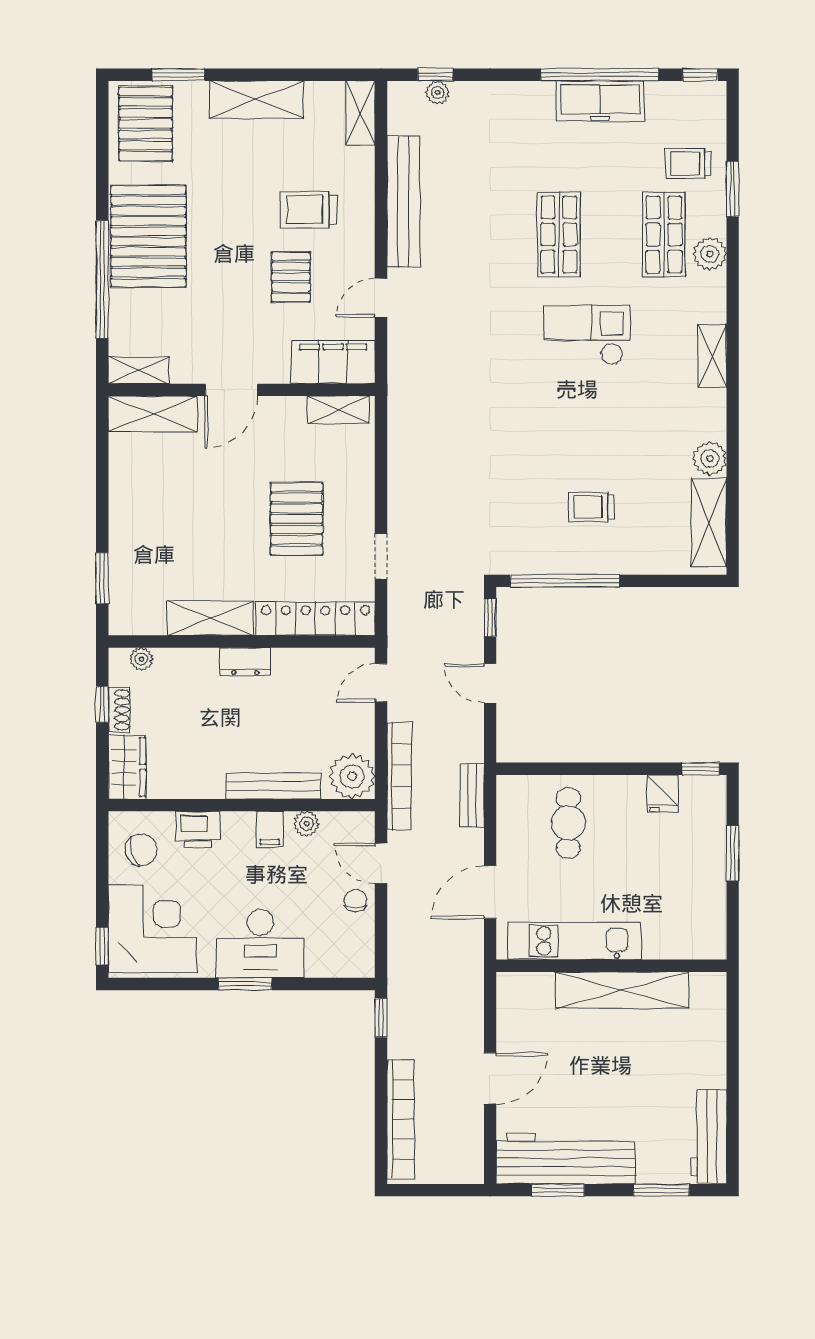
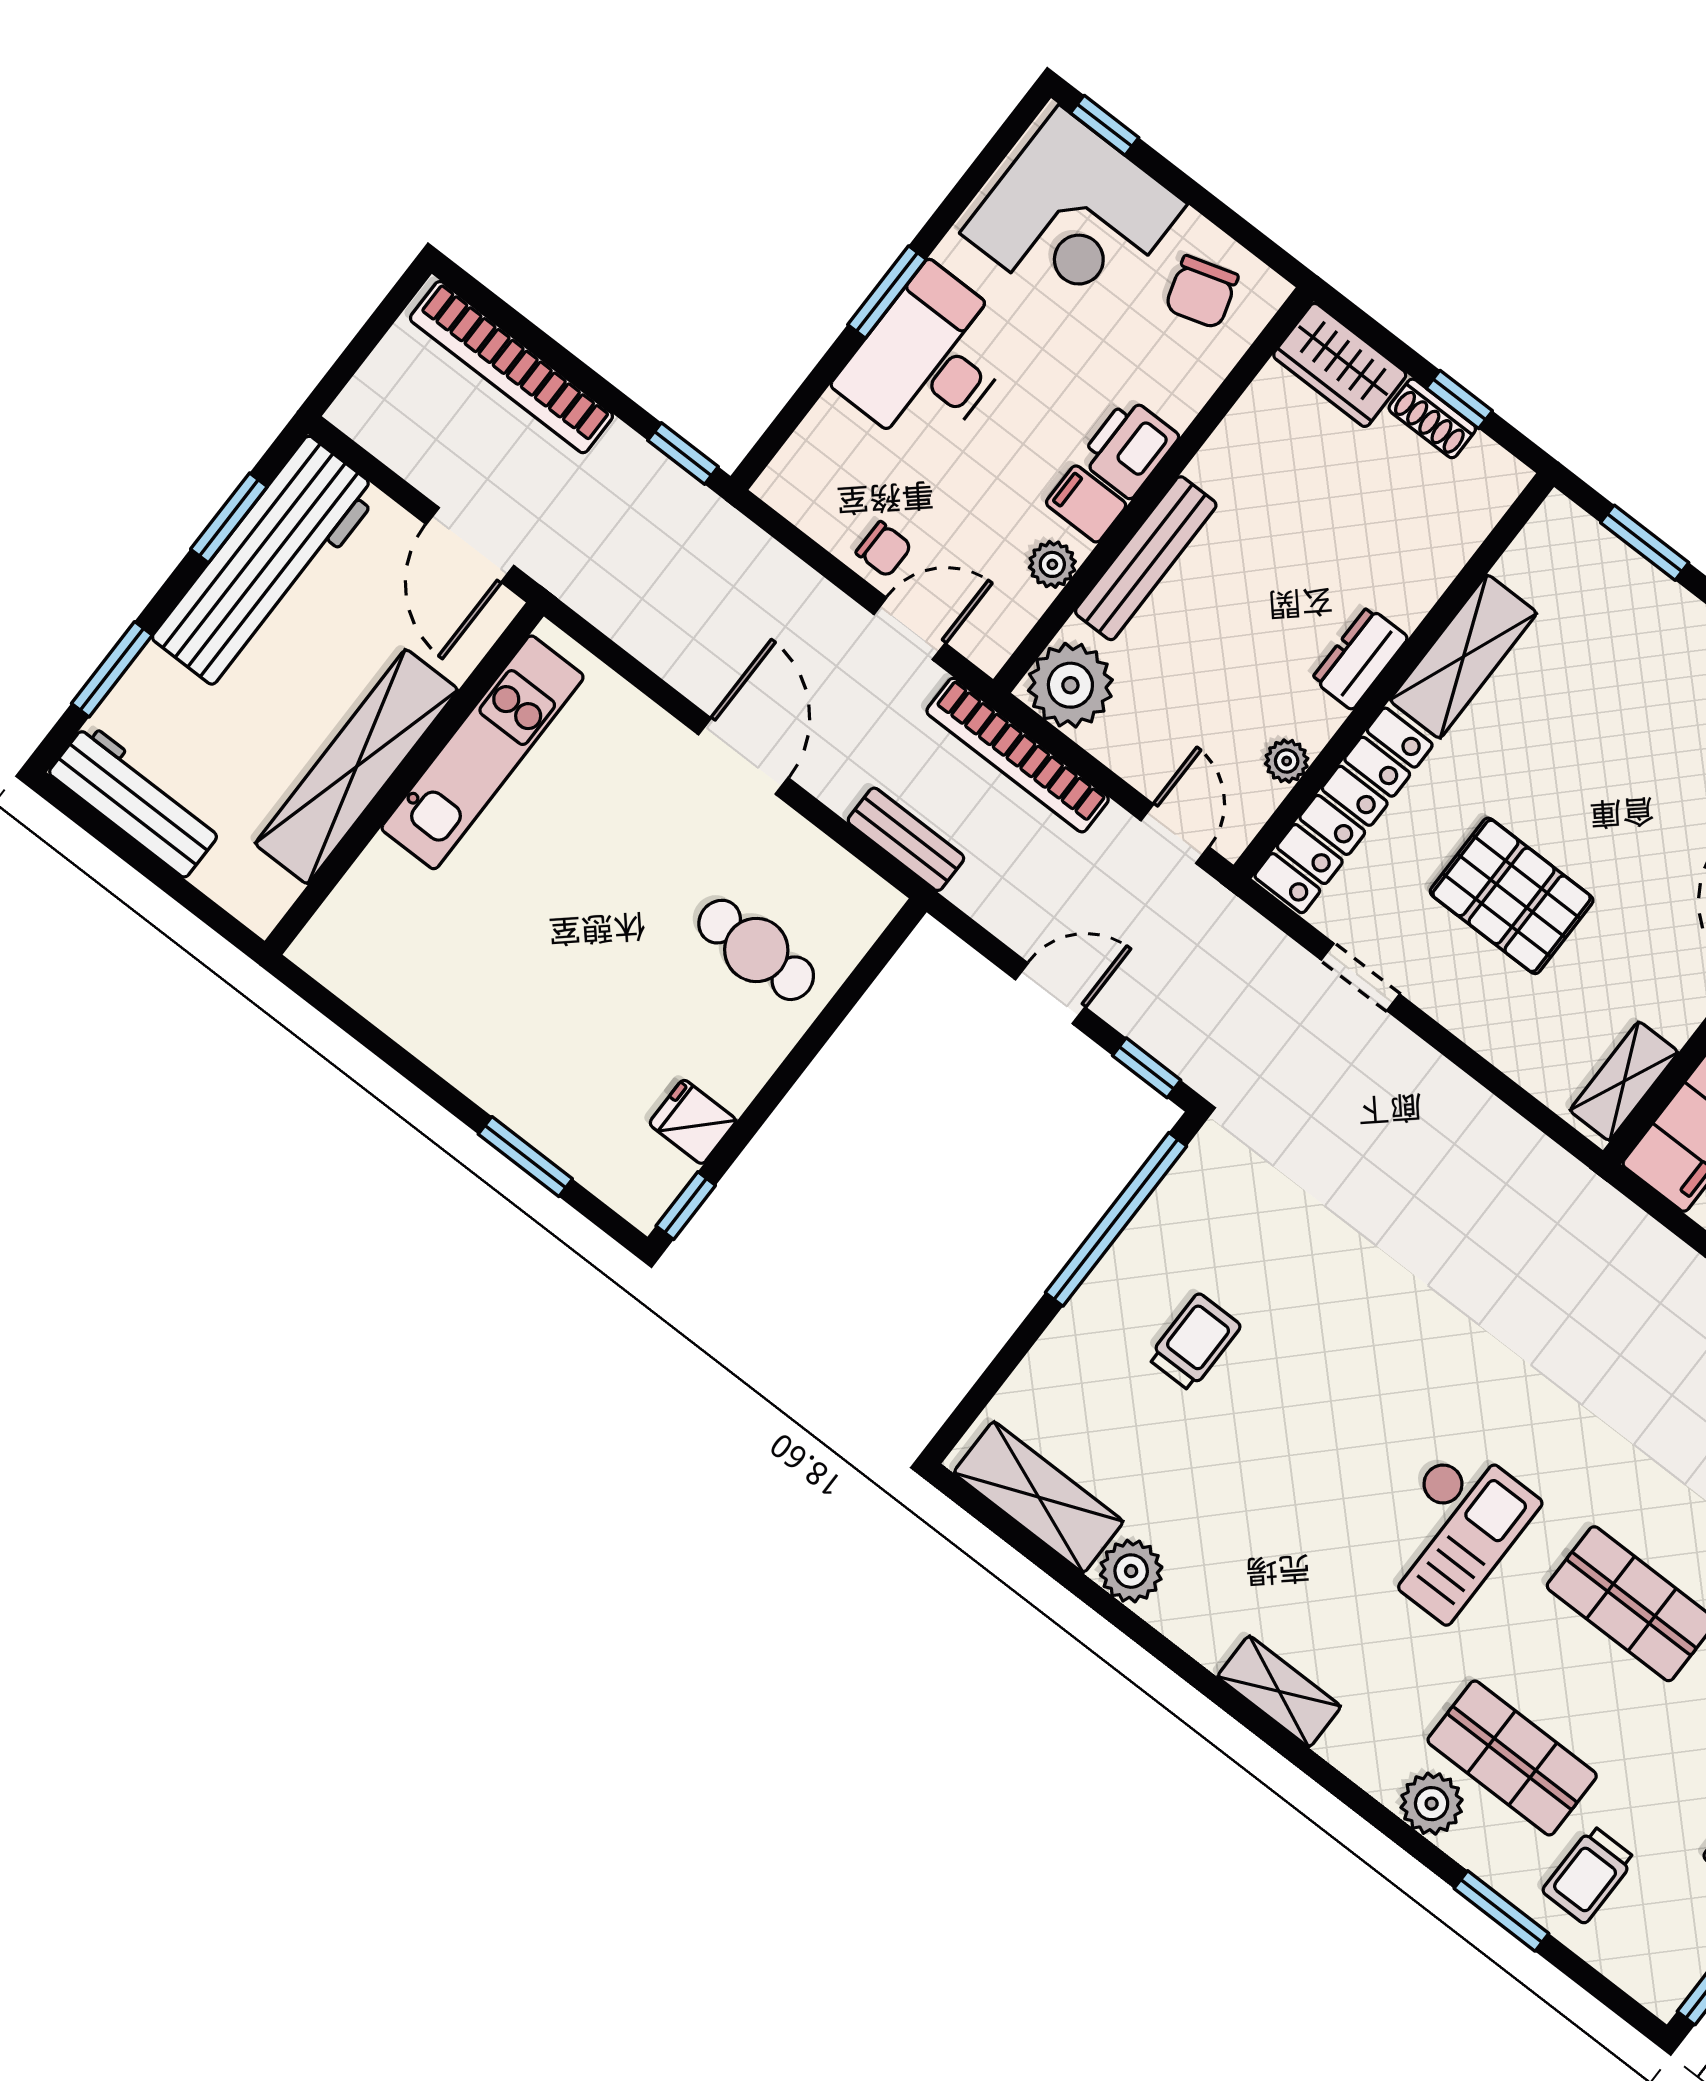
trolley: (688, 163) -> (1589, 1875), turned 180
plant: (141, 659) -> (1287, 761), moved
printer: (198, 830) -> (1129, 448), moved
kitchen unit: (574, 941) -> (483, 752), moved
wall: (611, 966) -> (404, 779), moved
shelving: (622, 990) -> (357, 767), moved

